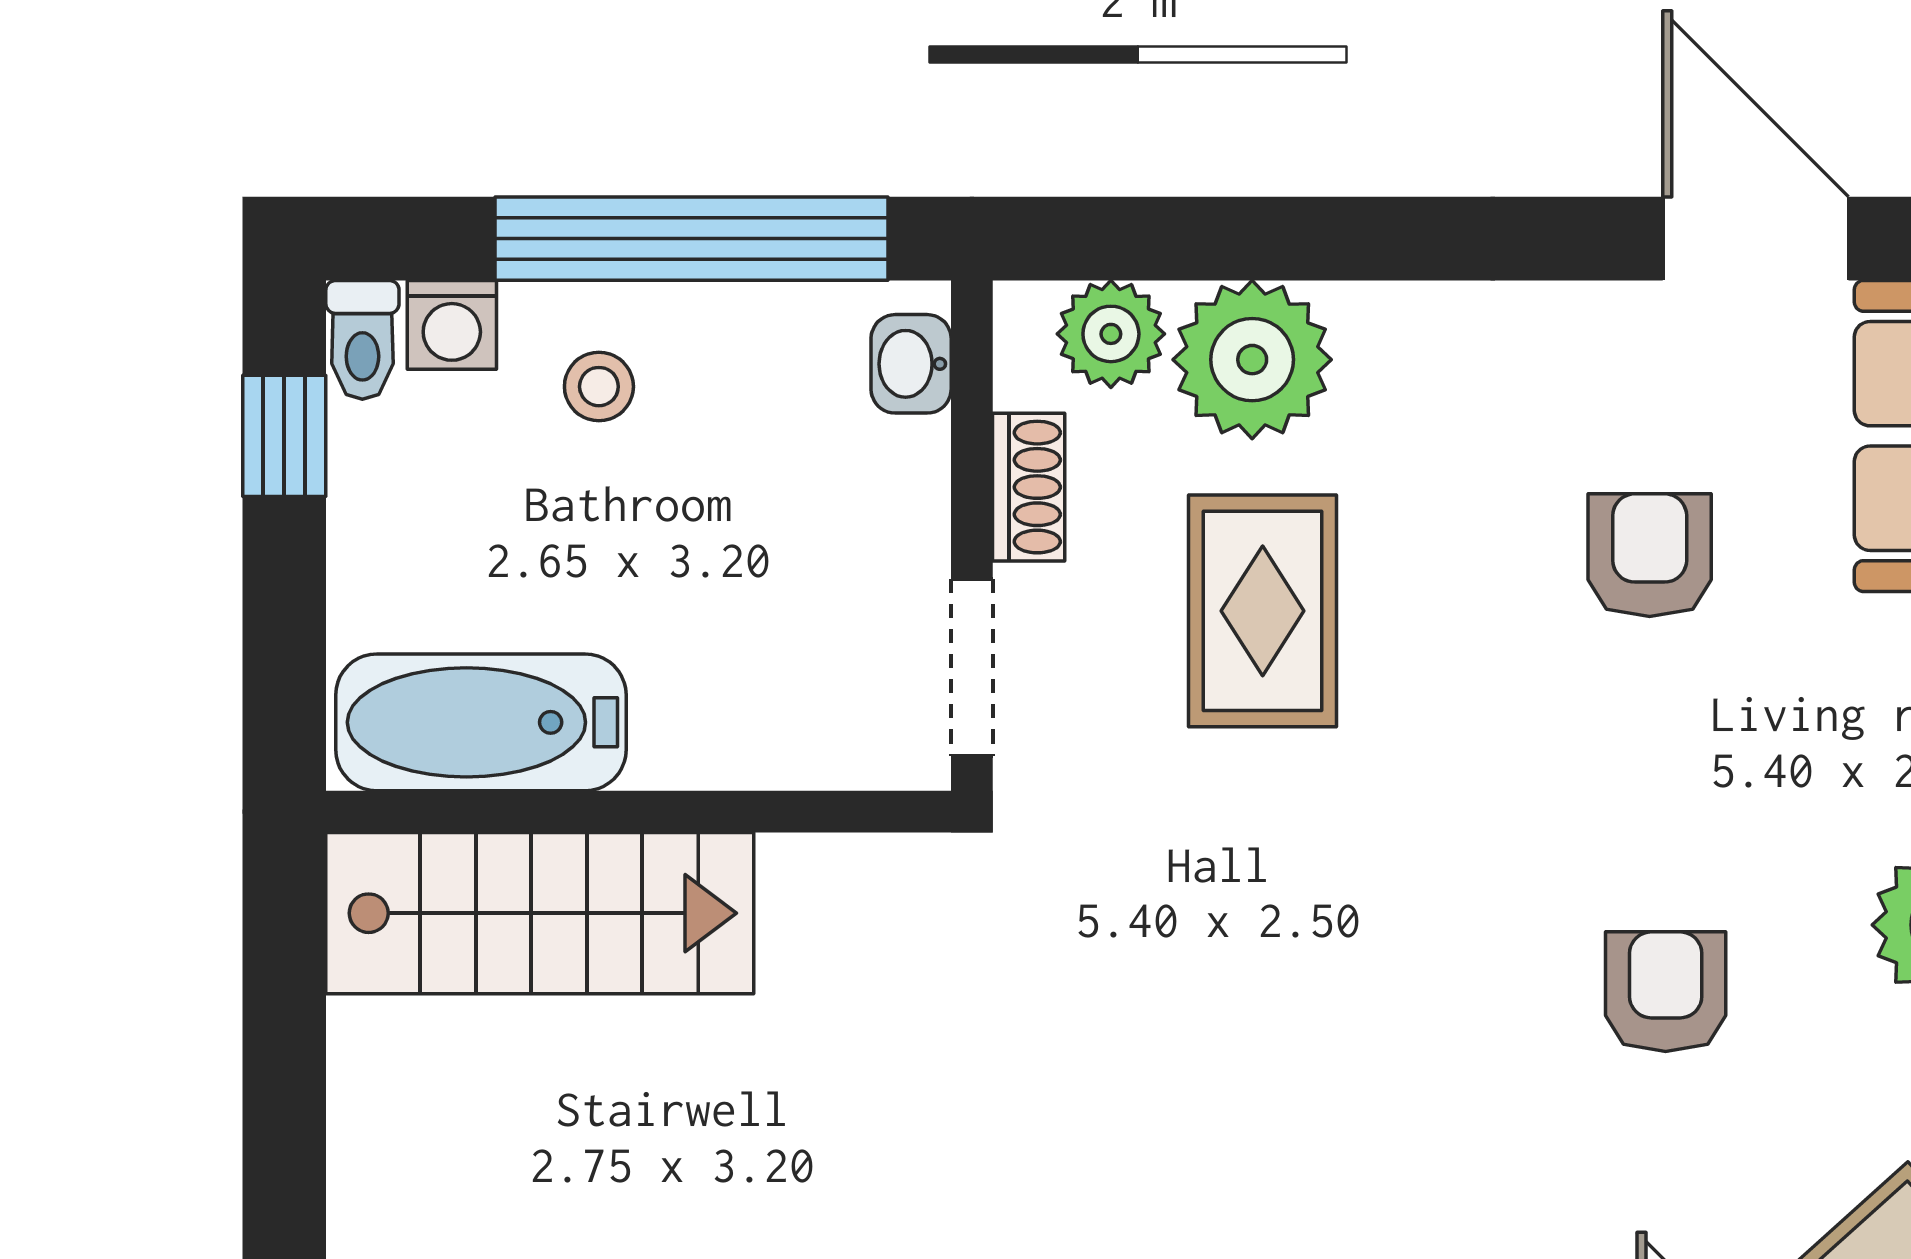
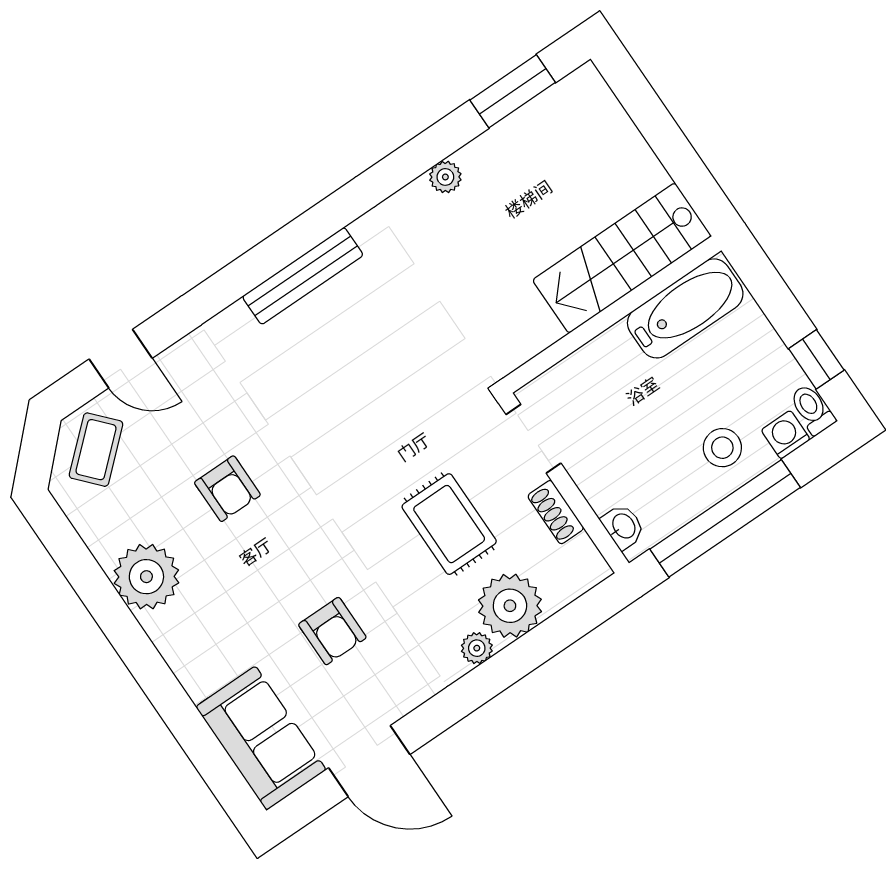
plant: (1111, 334) -> (477, 648), moved, width x0.73, depth x0.73
stool: (599, 387) -> (722, 448), width x1.37, depth x1.37

